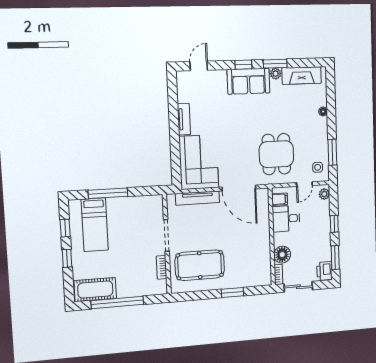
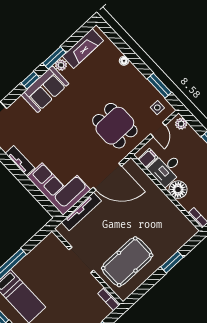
floor lamp: (282, 255) -> (178, 190), moved
bookcase: (162, 267) -> (109, 299), moved

